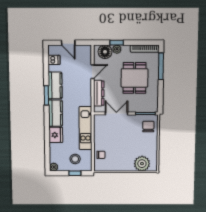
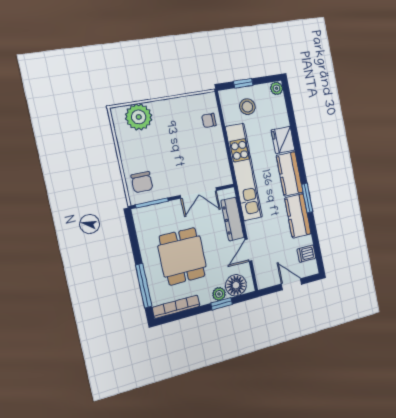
kitchen unit: (85, 128) -> (244, 172), width x1.36

